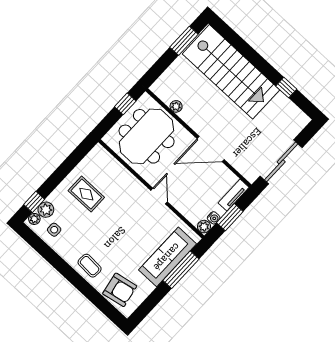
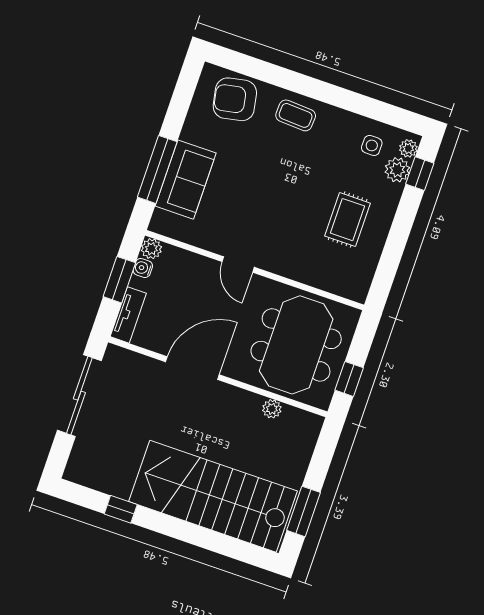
rug: (86, 194) -> (348, 220), turned 90
sofa: (167, 257) -> (186, 180), width x0.73

